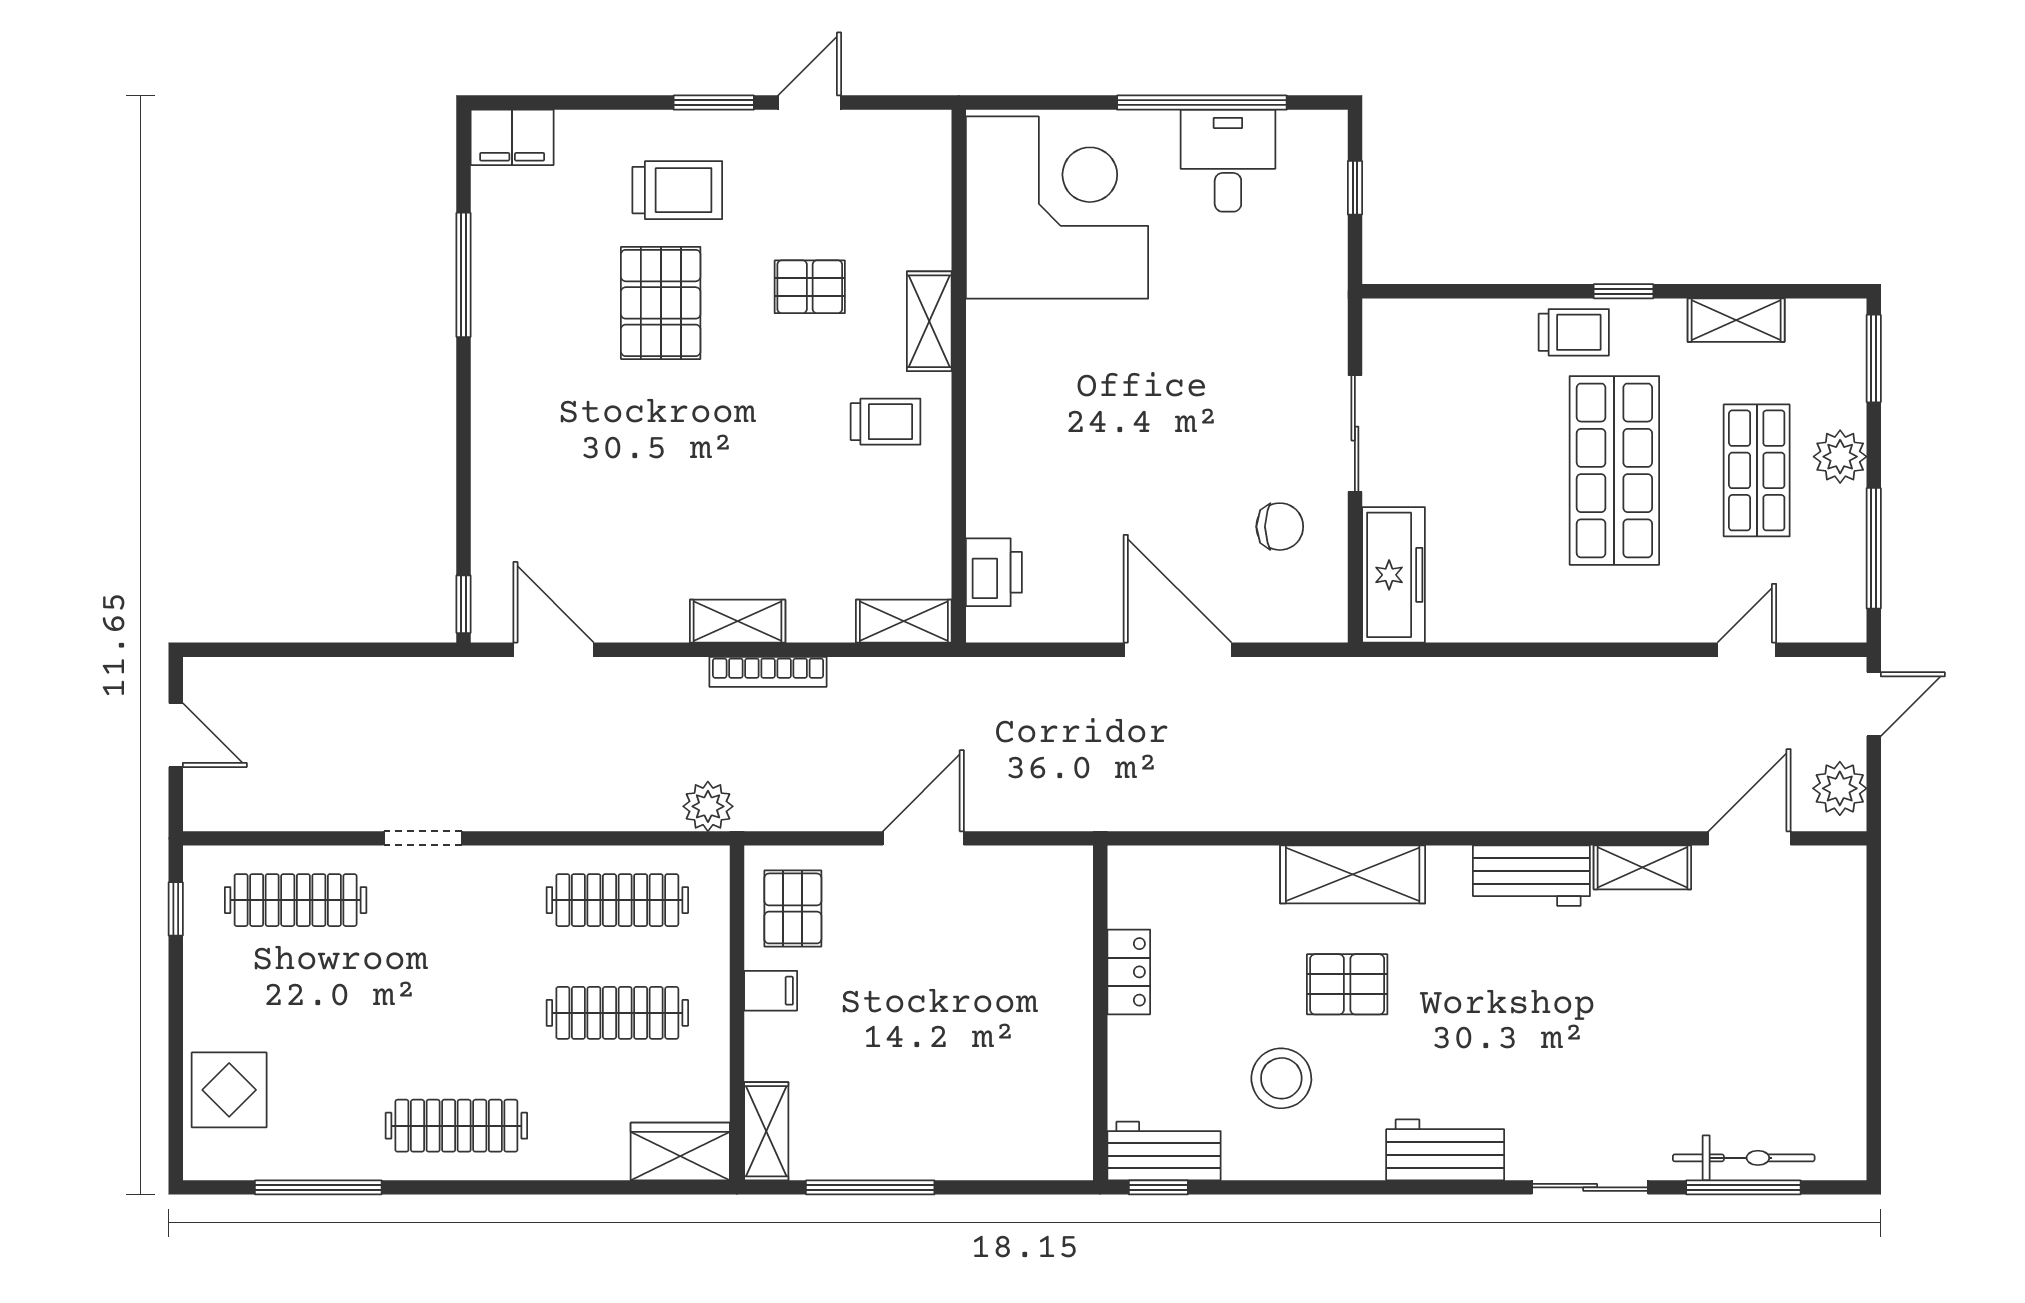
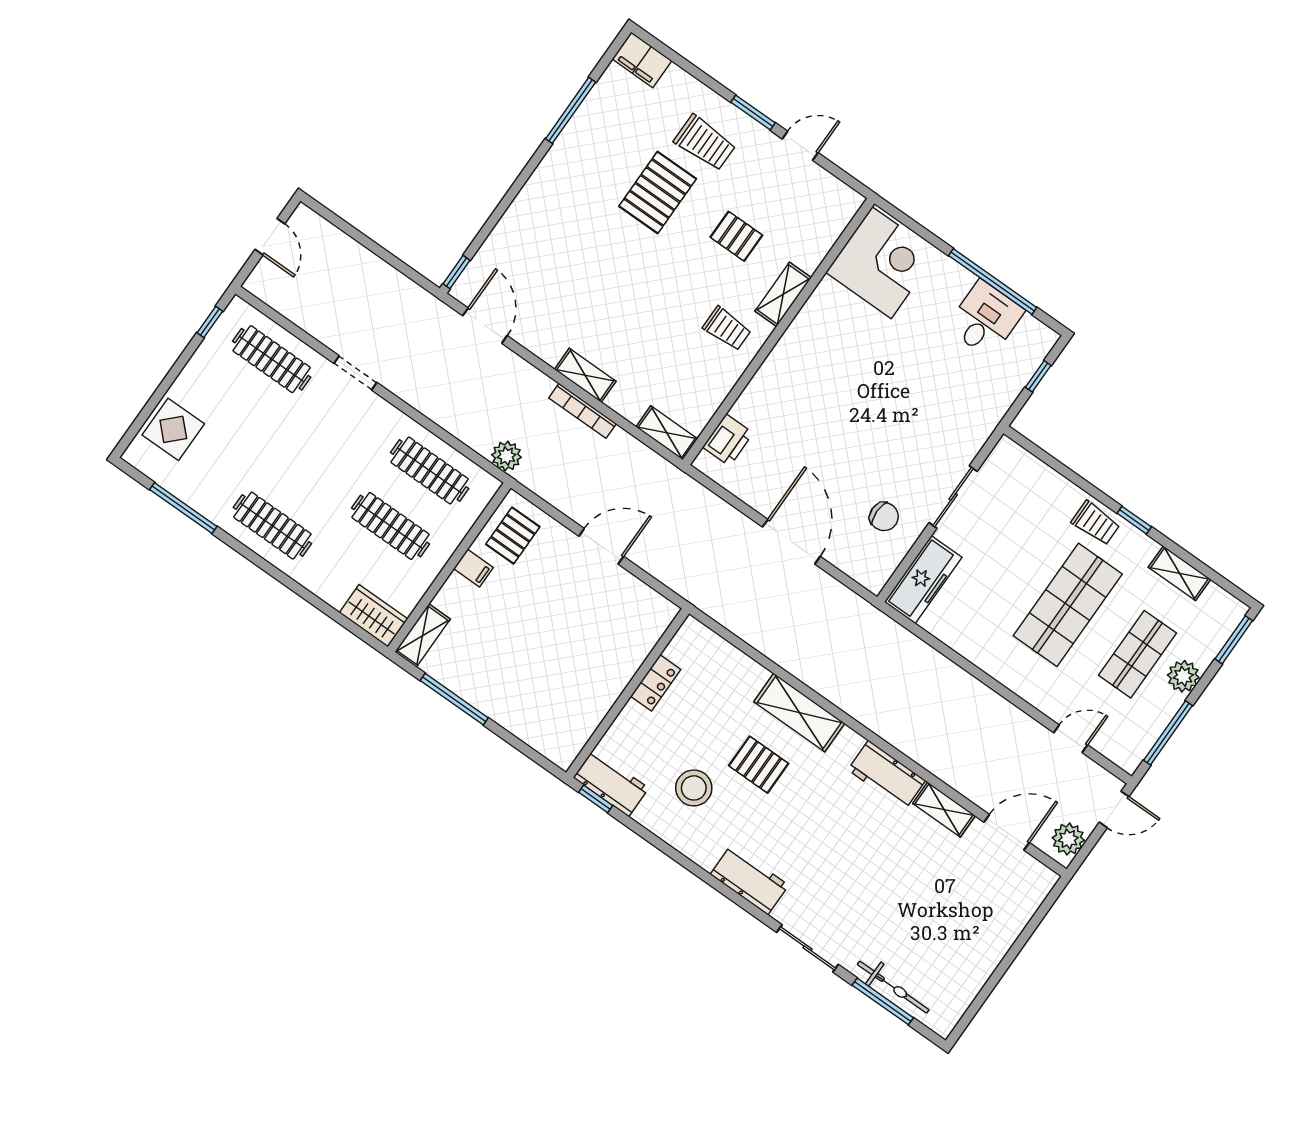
corner desk: (1057, 208) -> (882, 263), width x0.74, depth x0.74

